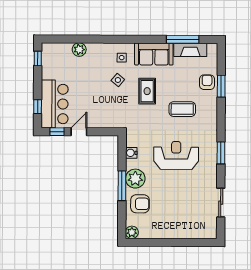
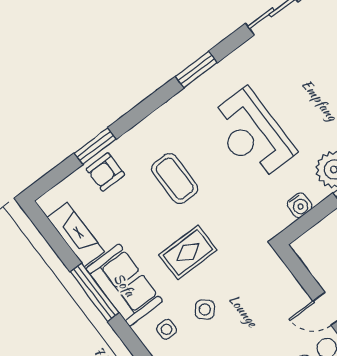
window: (183, 39) -> (95, 292), moved

